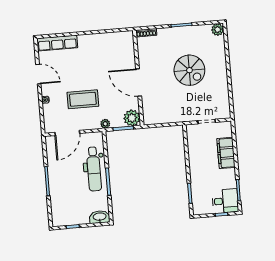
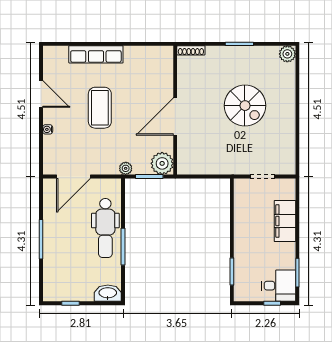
row of seats: (57, 43) -> (96, 54), moved
door: (139, 83) -> (175, 117), hinge flipped
coffee table: (83, 99) -> (100, 108), moved, turned 90

